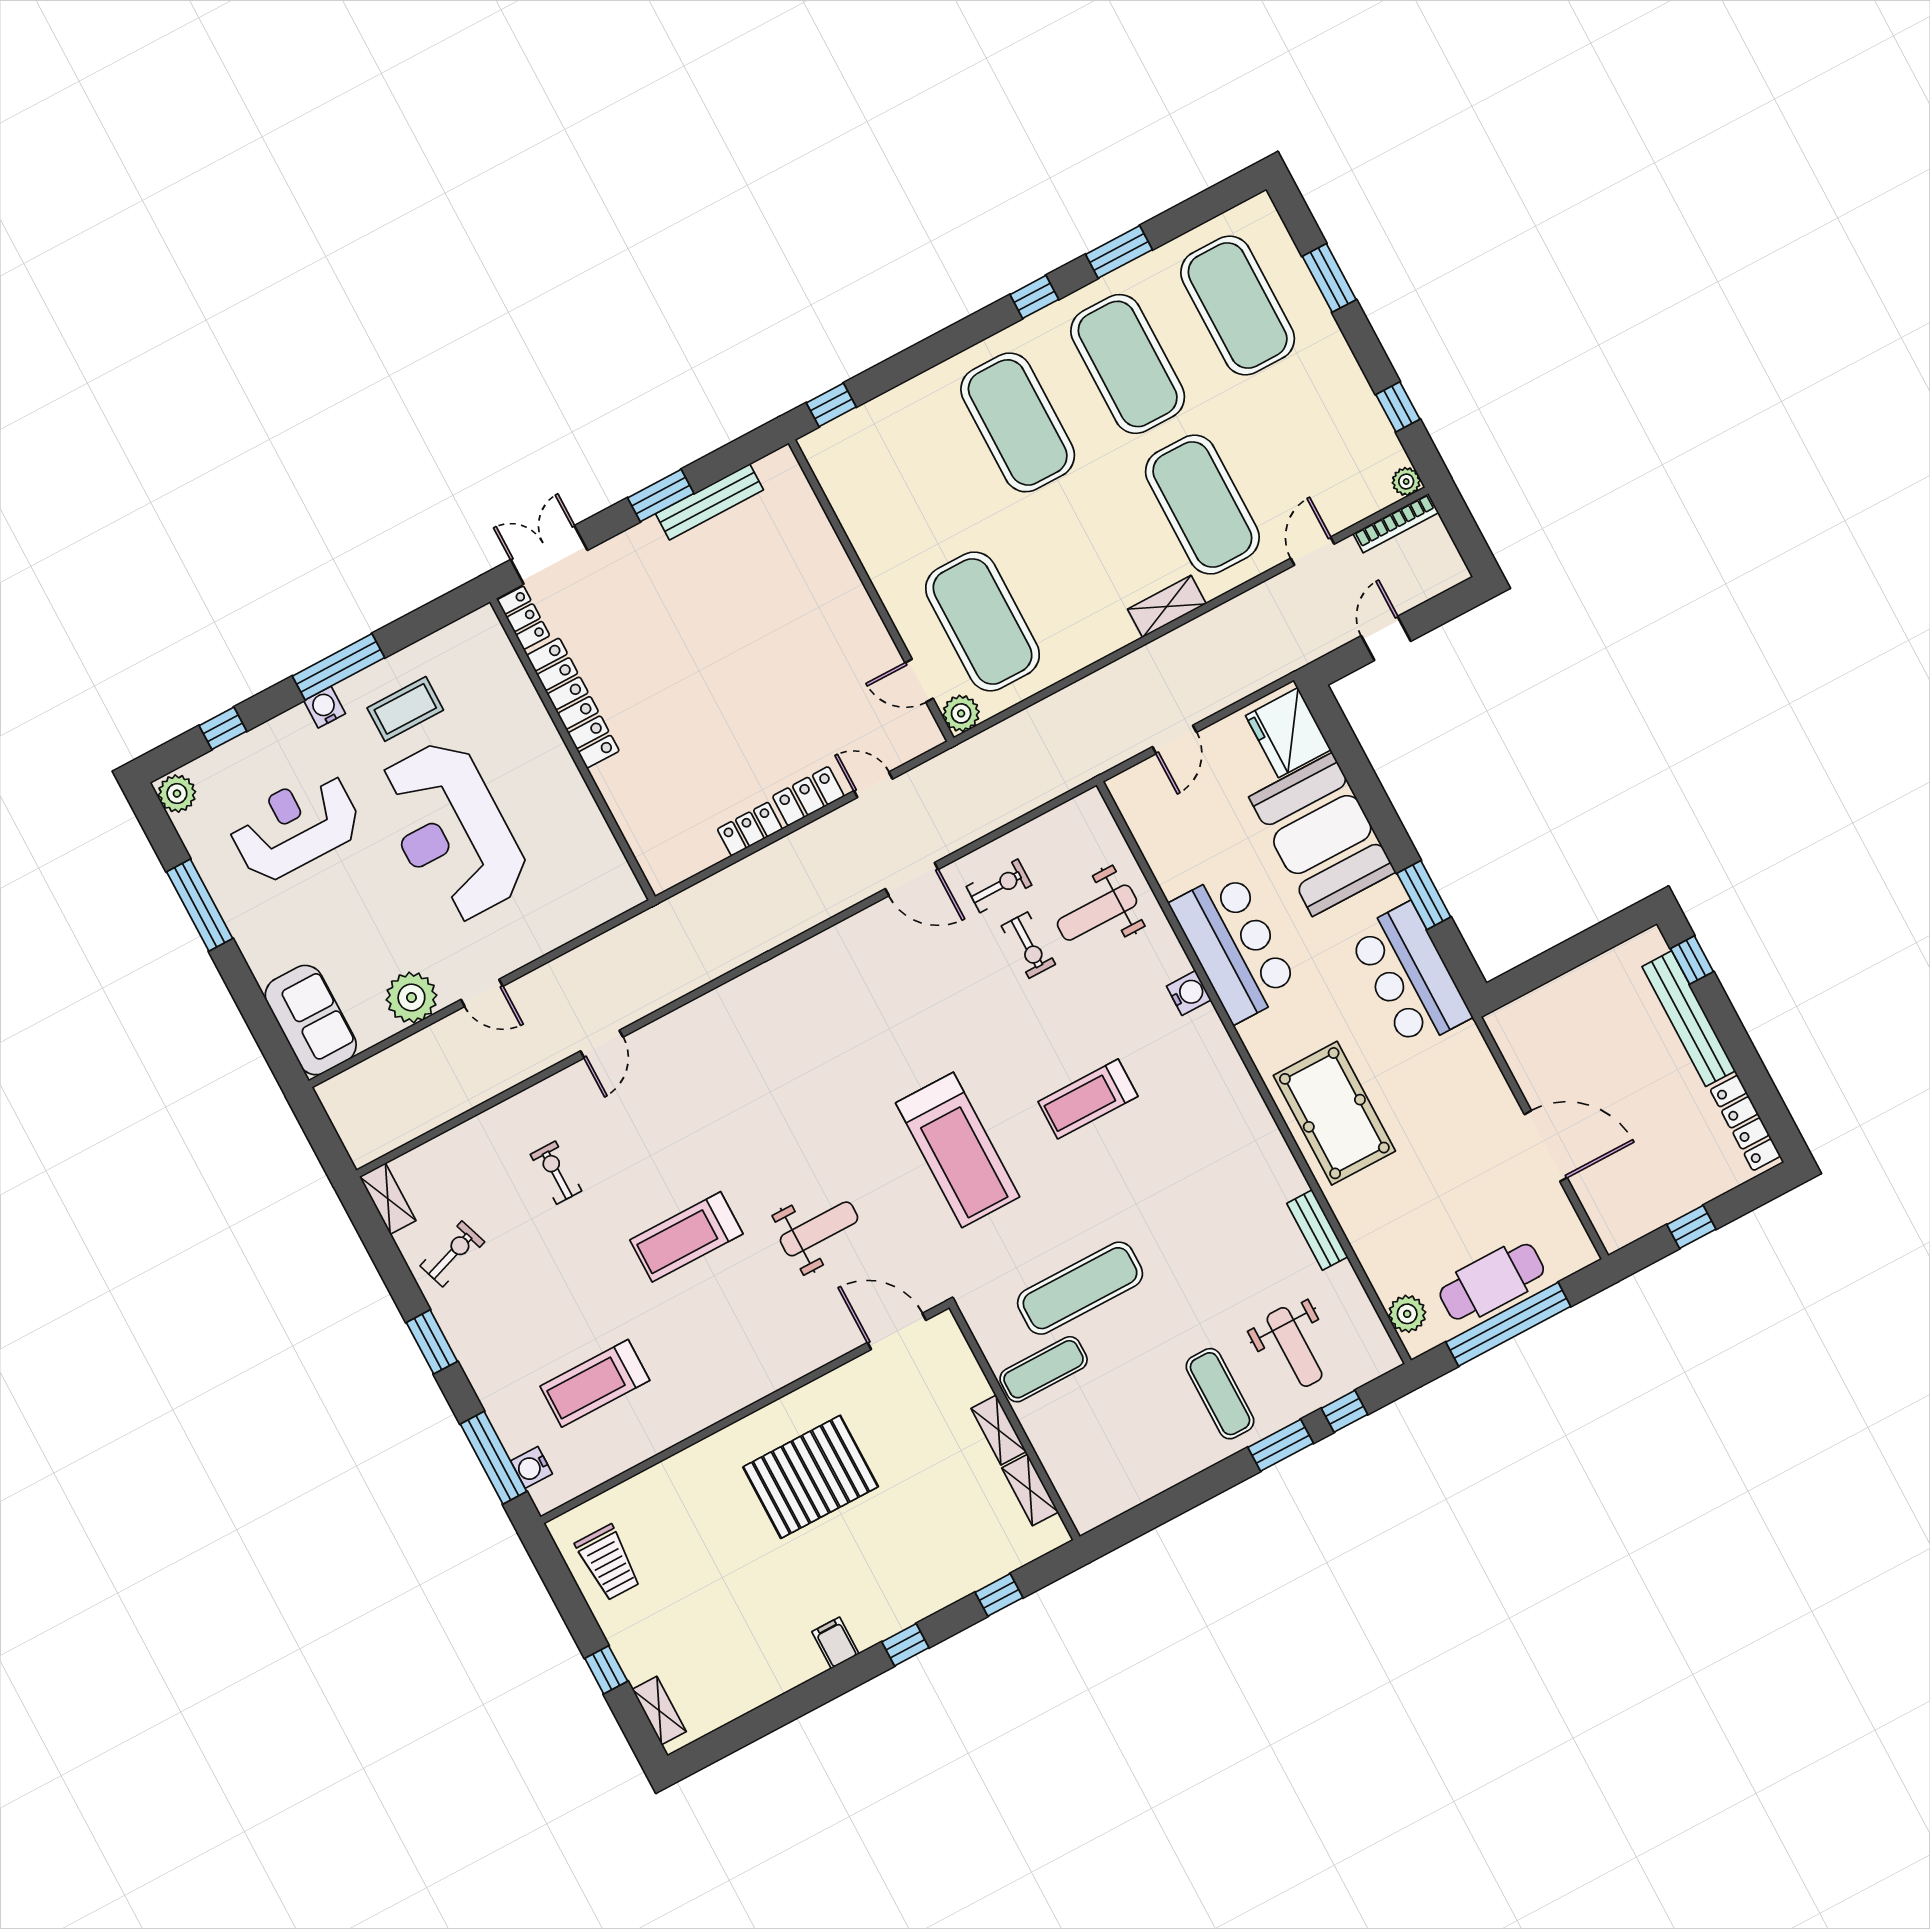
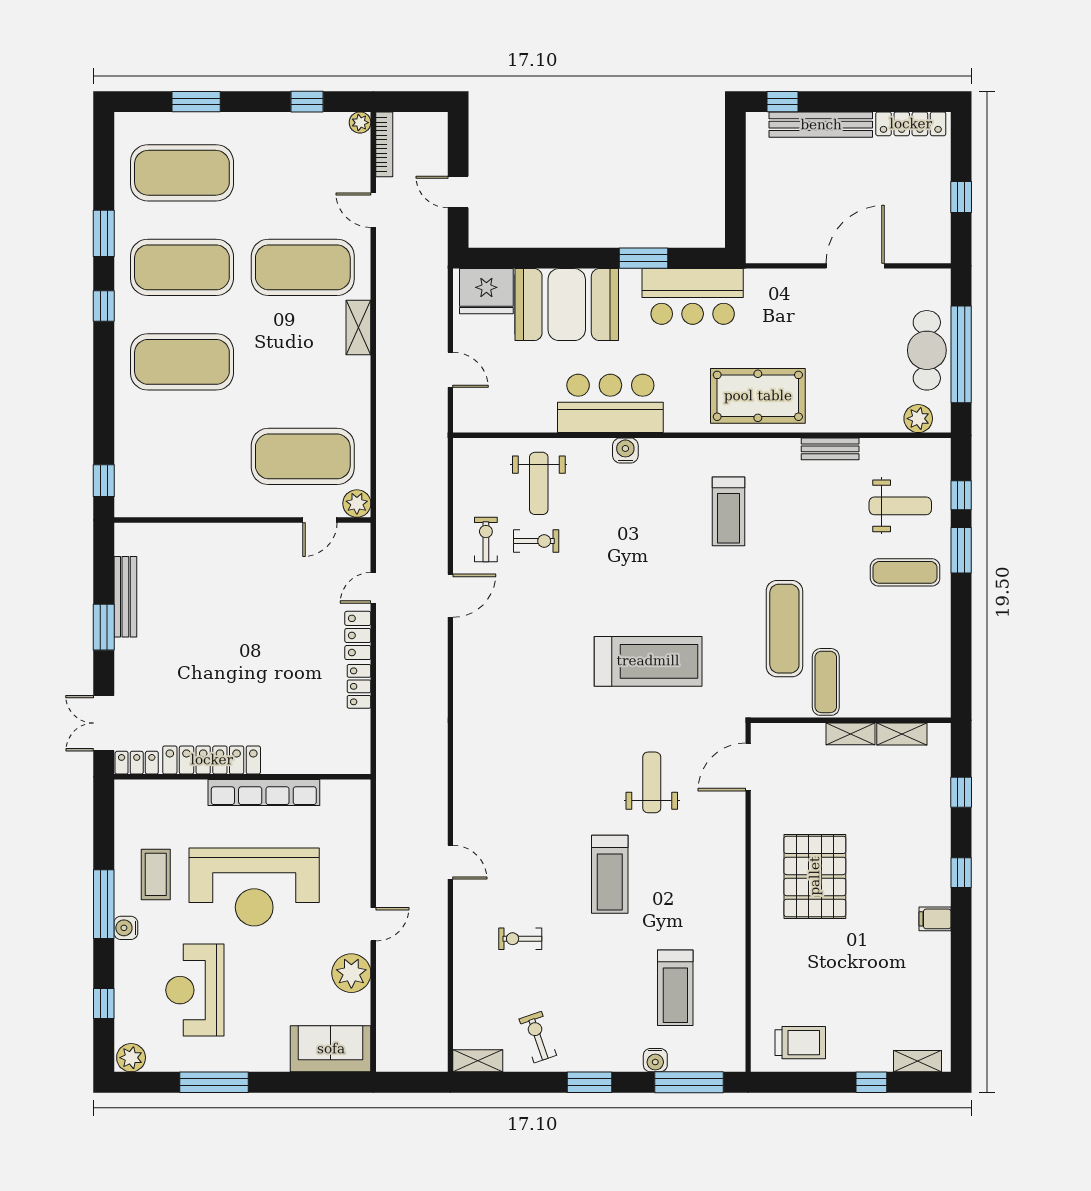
row of seats: (567, 784) -> (264, 792), added
treadmill: (1088, 1099) -> (729, 511), moved
water cooler: (532, 1467) -> (655, 1060), moved

